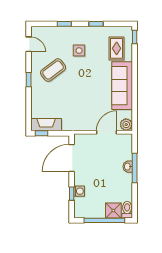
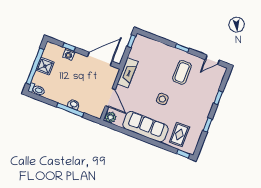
rug: (117, 48) -> (179, 134), turned 90
side table: (79, 51) -> (162, 99), moved
coffee table: (53, 70) -> (182, 72), turned 37
fireplace: (46, 125) -> (128, 73), moved
door: (72, 158) -> (100, 59), hinge flipped
shower: (113, 211) -> (45, 66), moved

